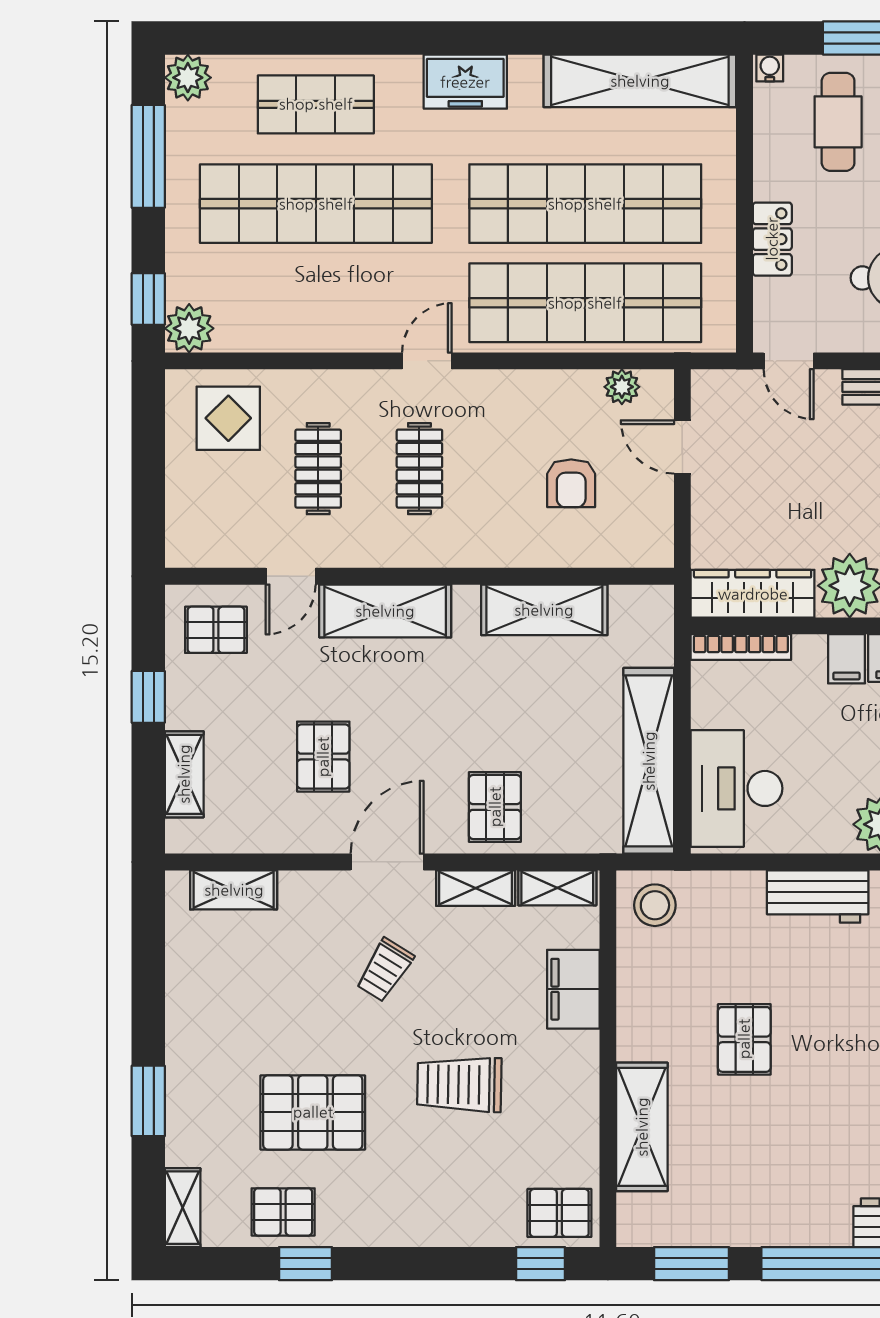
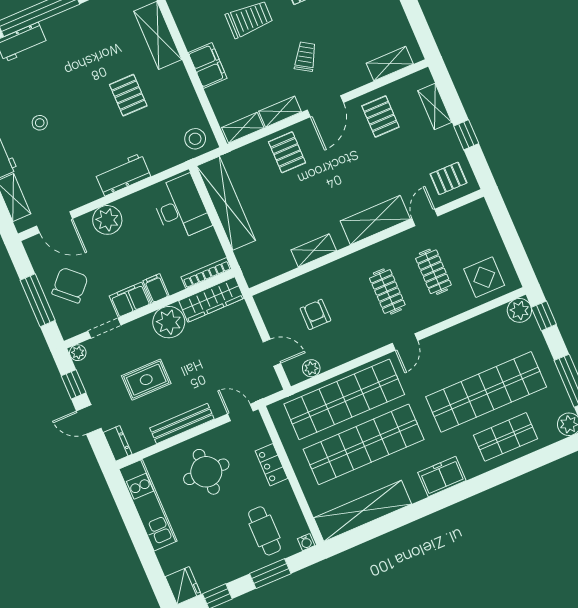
shelving: (544, 610) -> (314, 250), width x0.67, depth x0.75
pallet: (323, 757) -> (380, 116), moved
filing cabinet: (573, 989) -> (208, 65), moved

